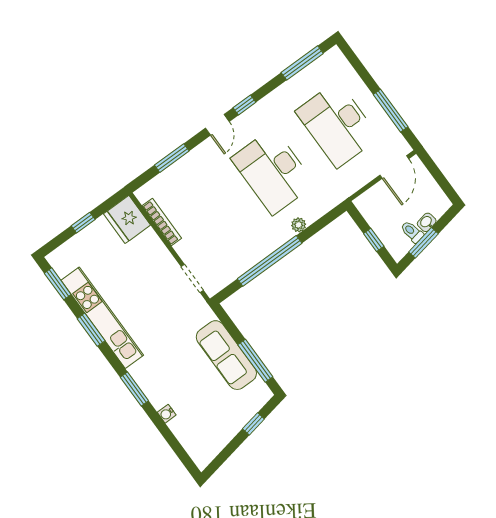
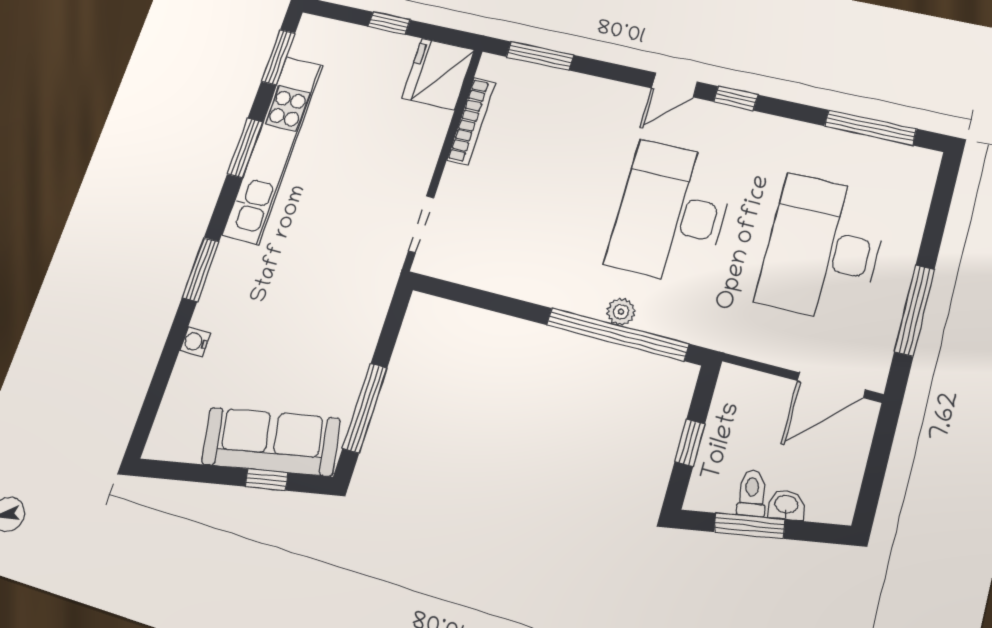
window: (172, 158) -> (540, 56), moved
window: (270, 261) -> (617, 334), moved
sofa: (226, 355) -> (271, 441), moved, turned 79

